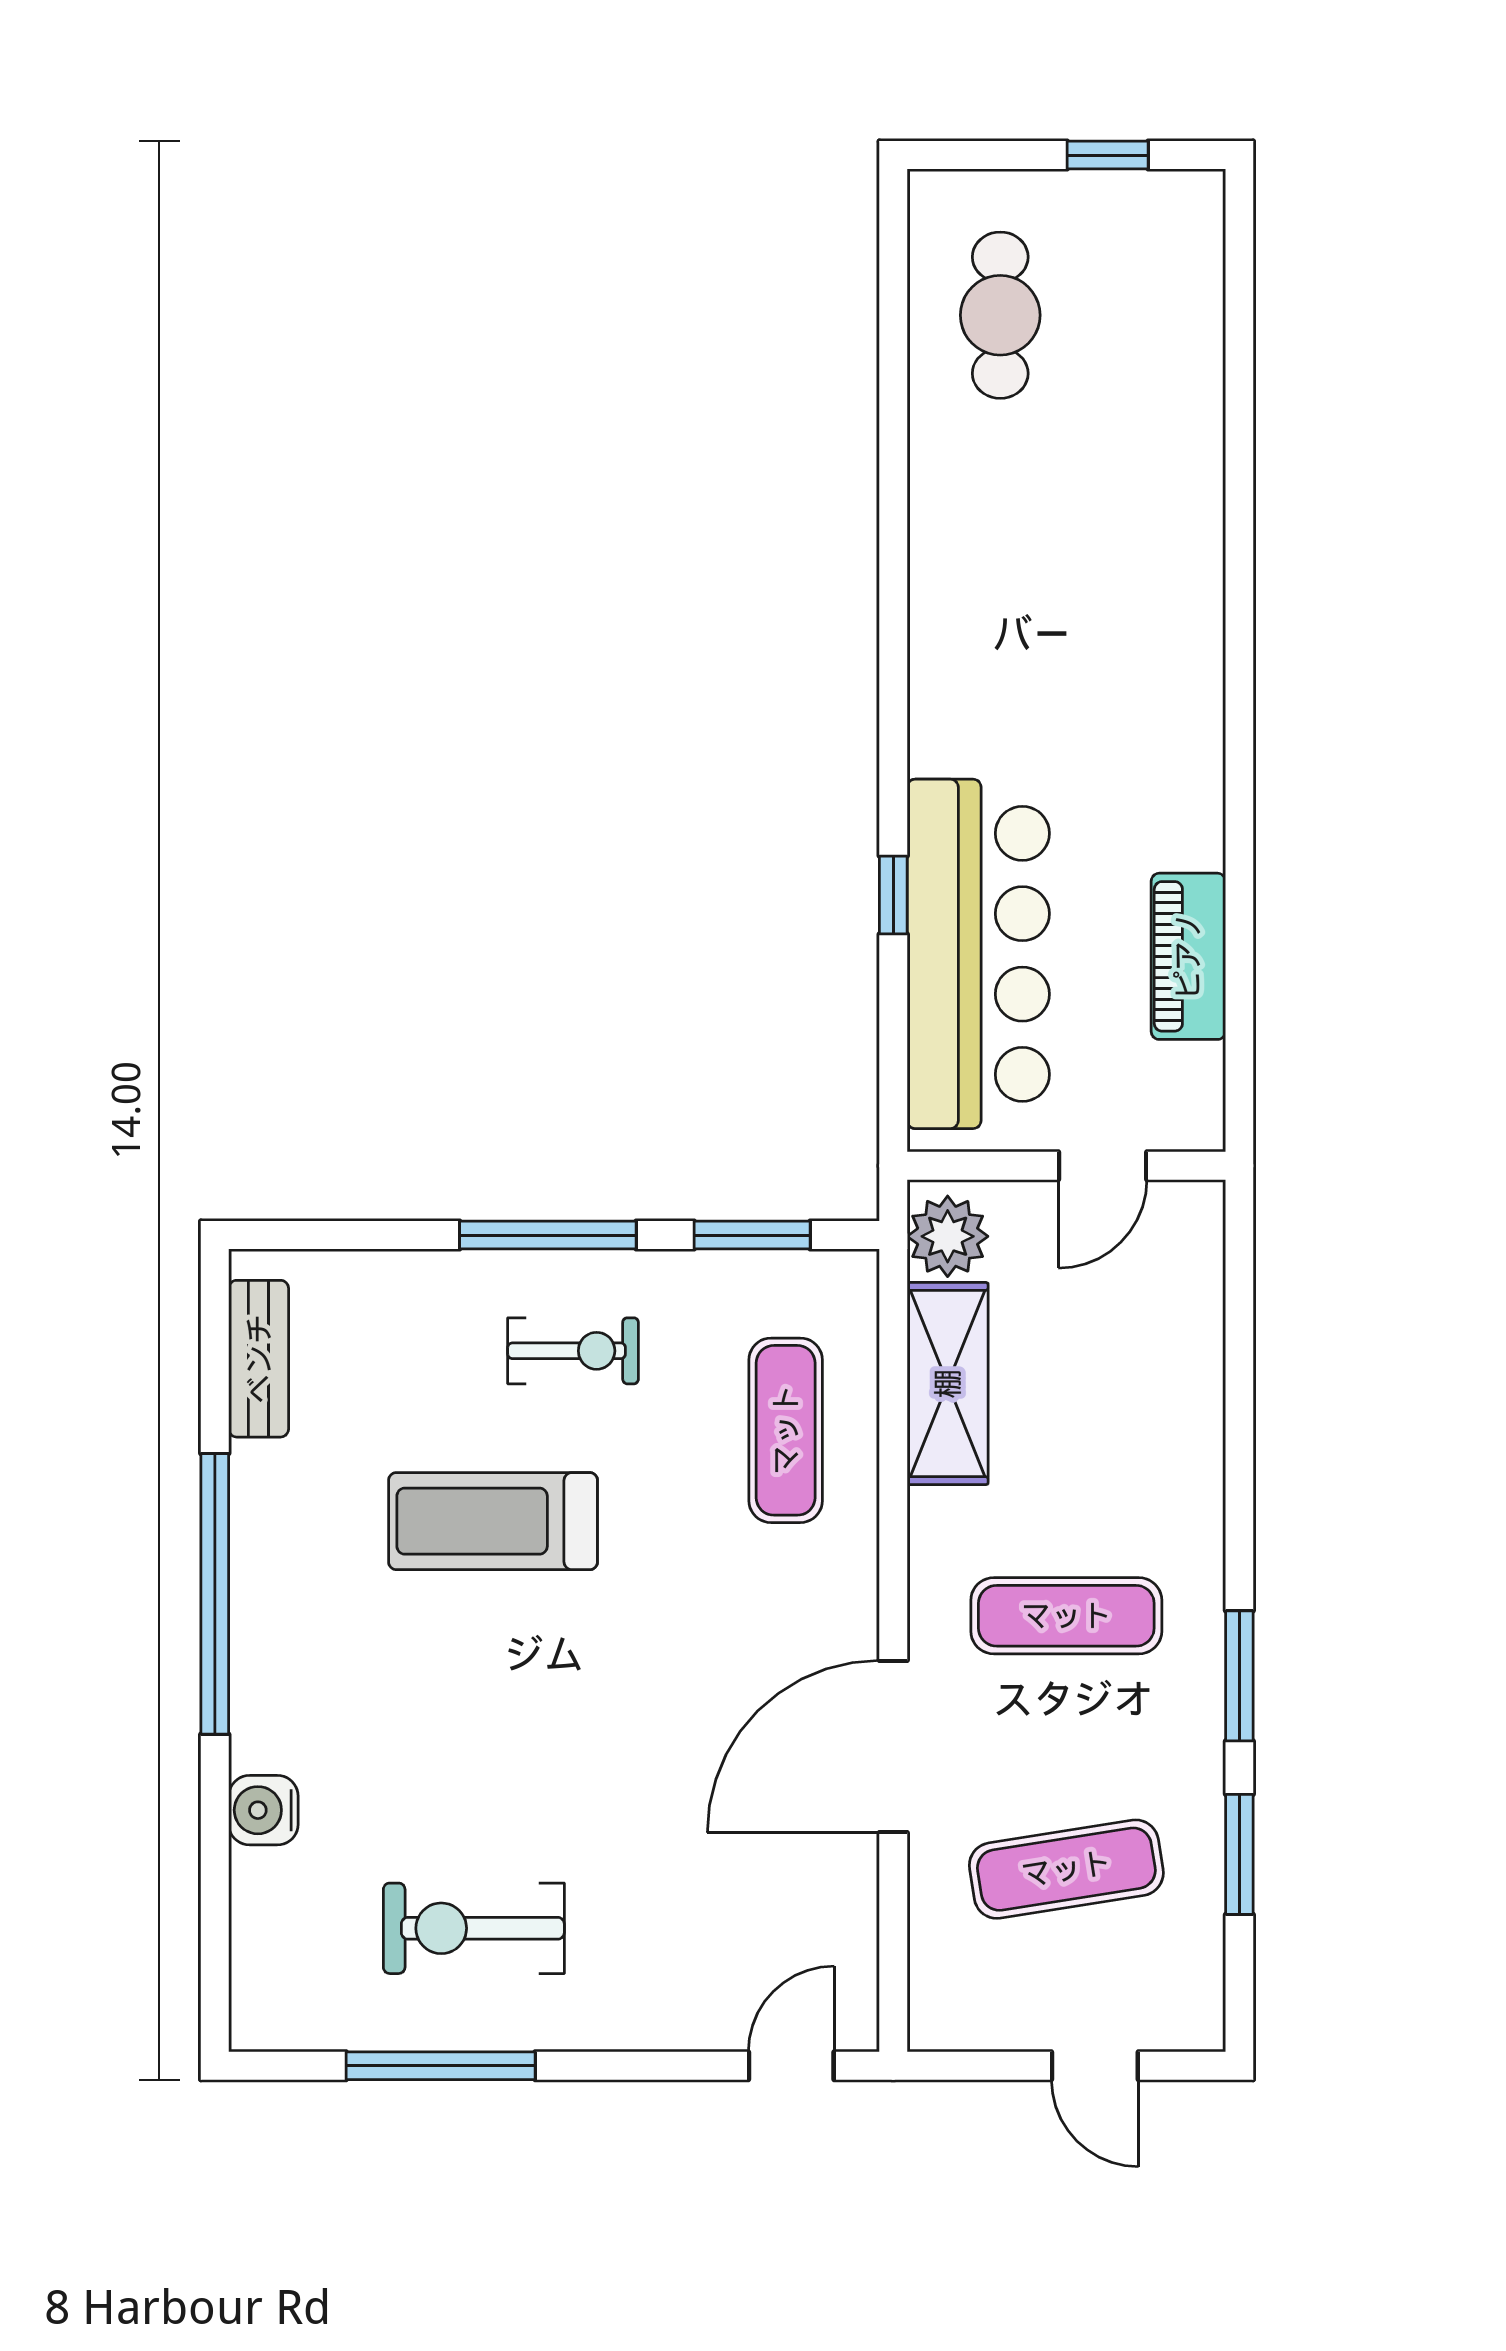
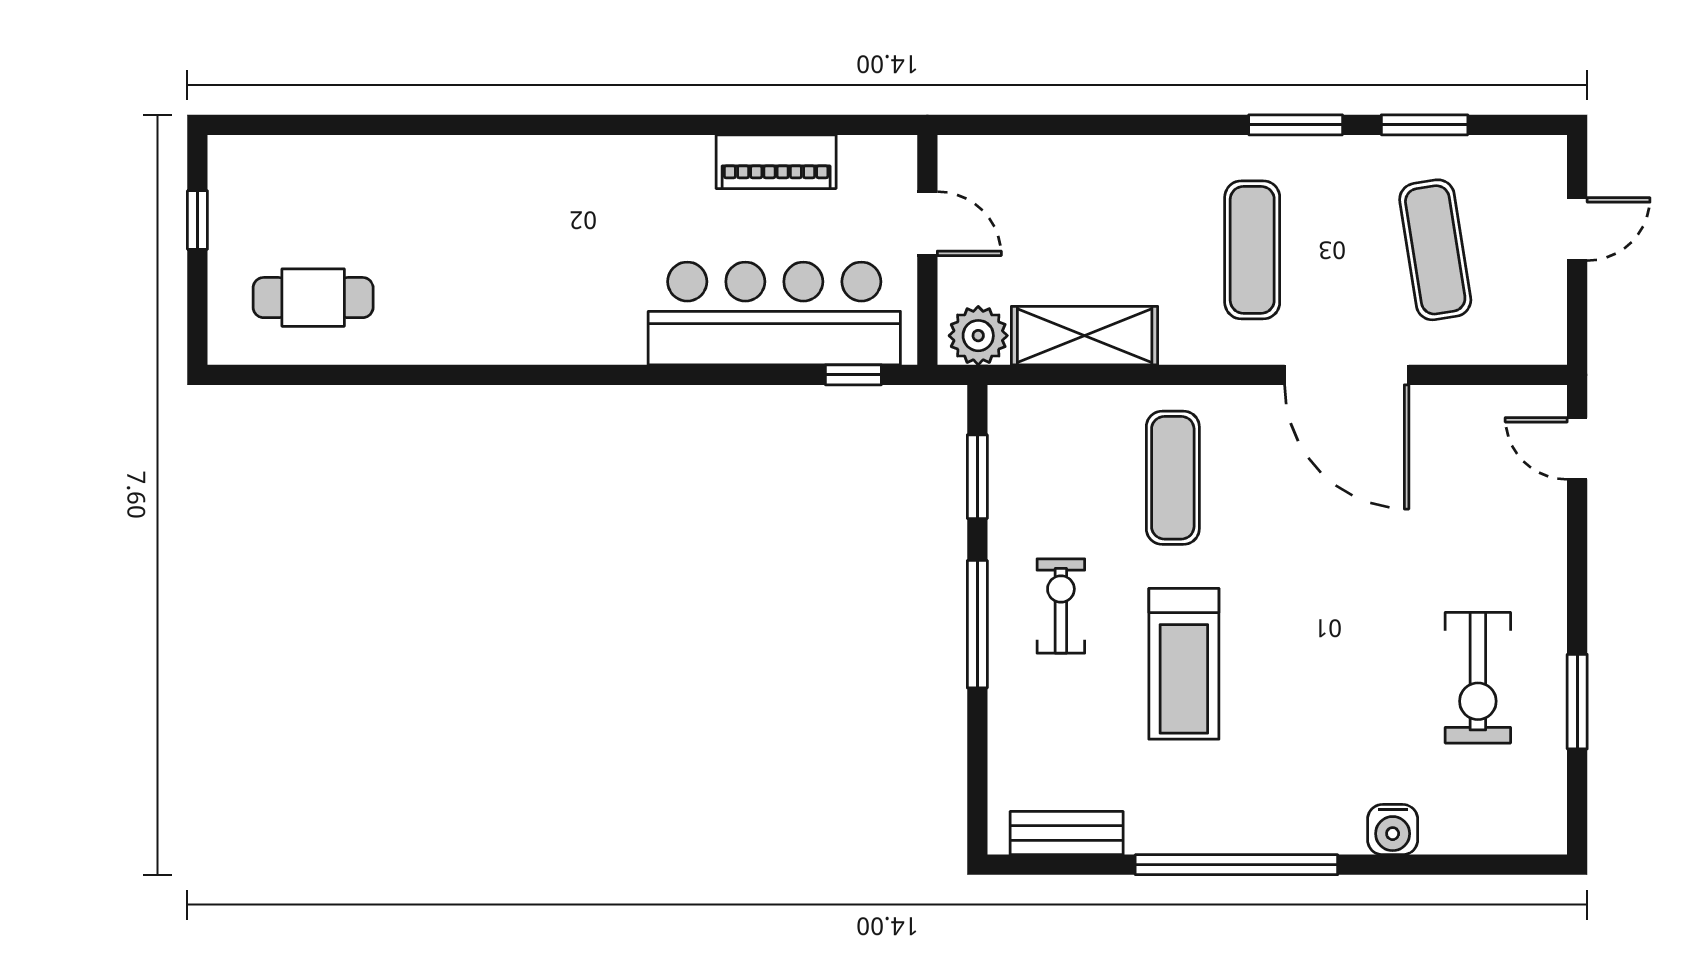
window: (893, 895) -> (853, 375), moved
exercise mat: (786, 1430) -> (1173, 478), moved, turned 90
window: (441, 2066) -> (1577, 702), width x0.69

